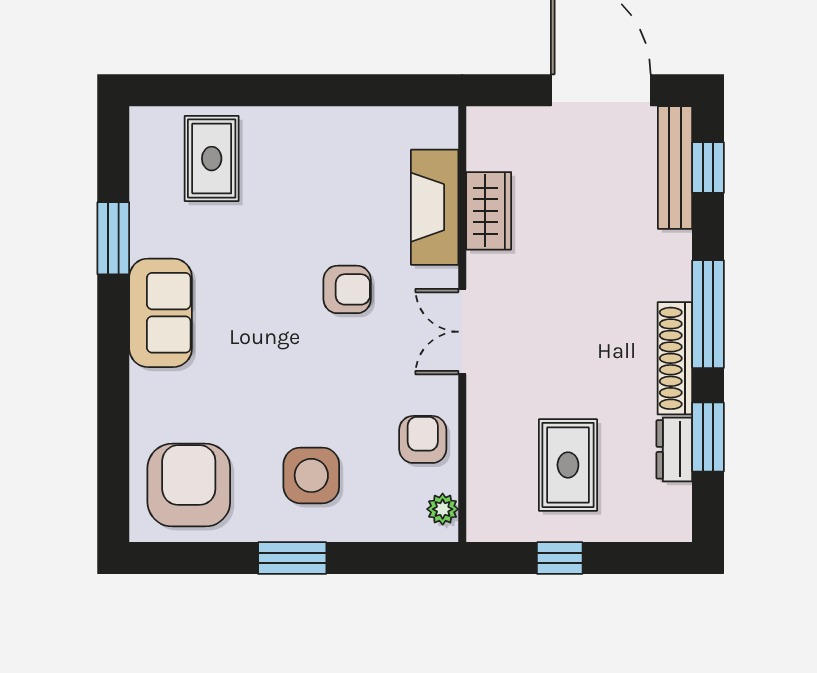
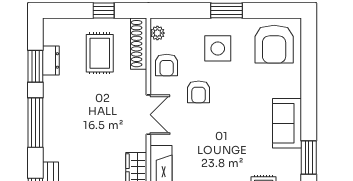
armchair: (347, 289) -> (199, 92), moved, turned -90
shoe rack: (675, 358) -> (139, 44), moved, turned 180

